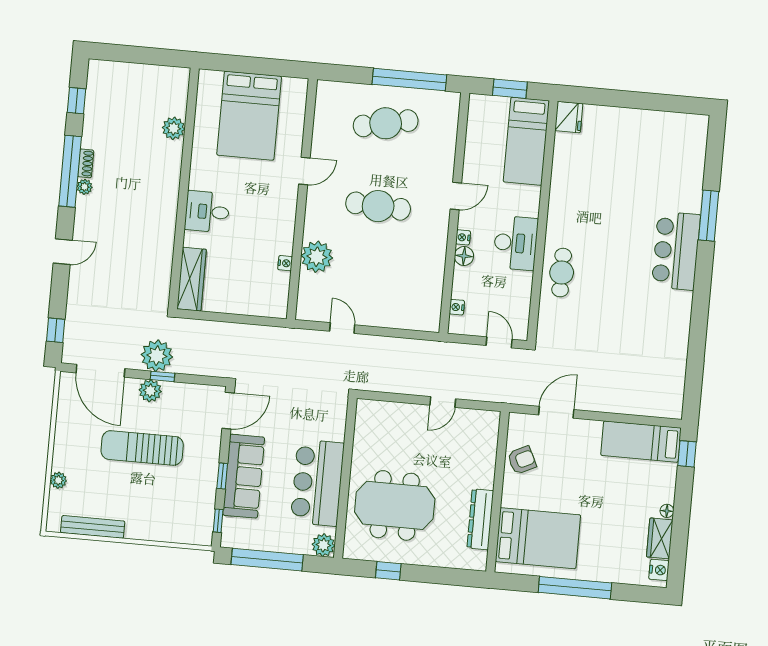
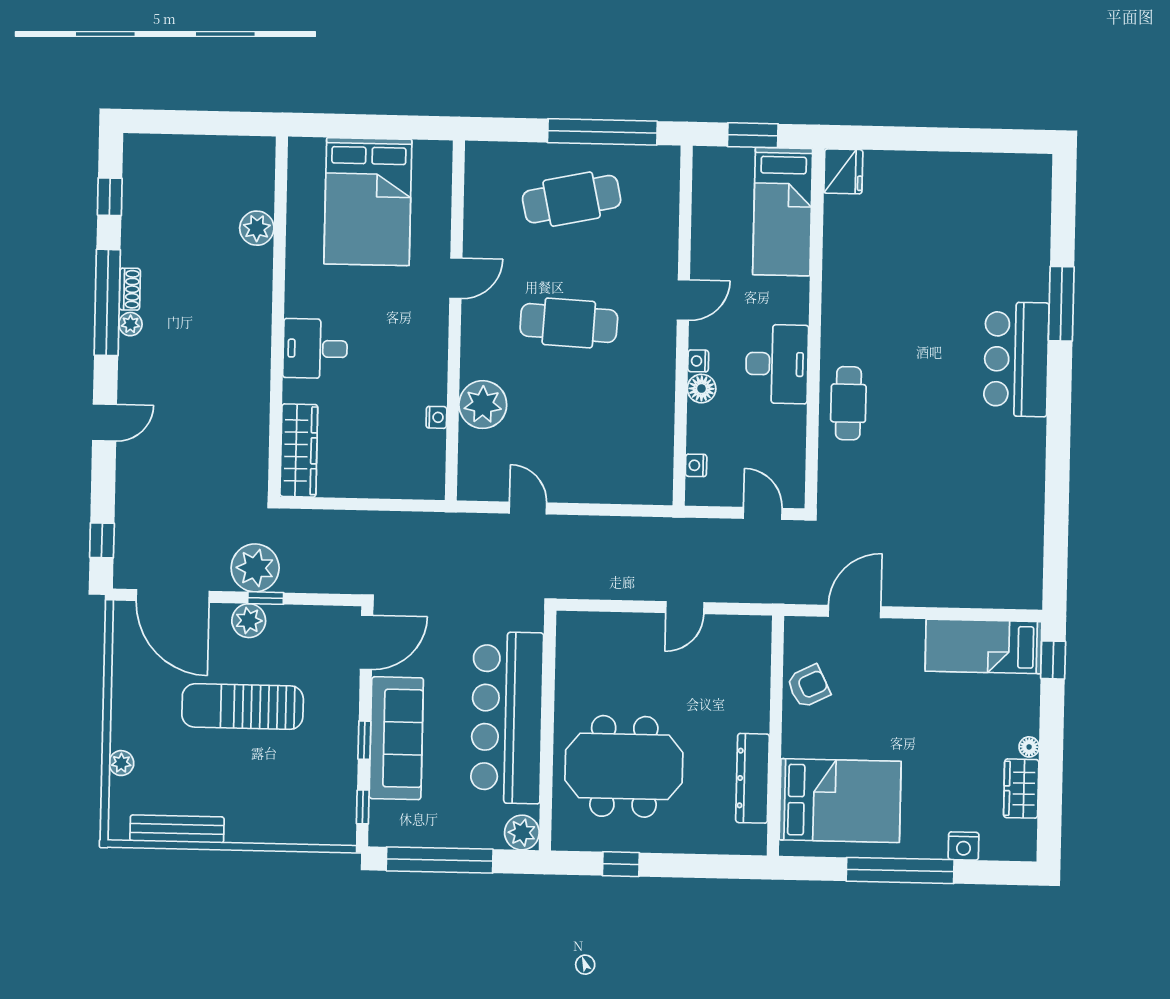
bar counter: (317, 483) -> (507, 718), width x1.36
nightstand: (659, 570) -> (964, 846), moved, turned 90

